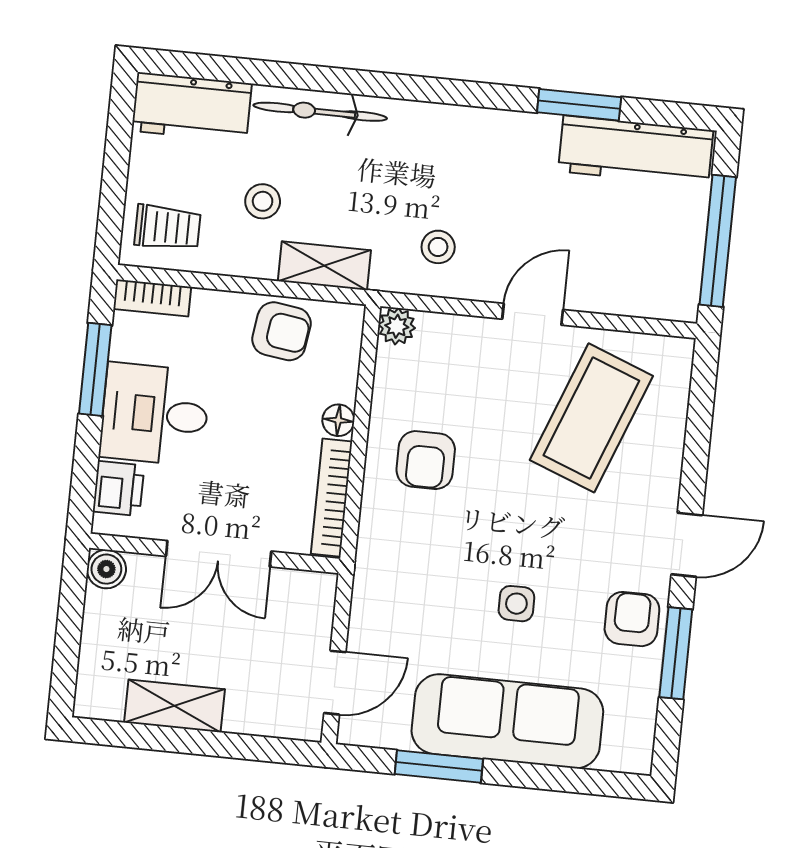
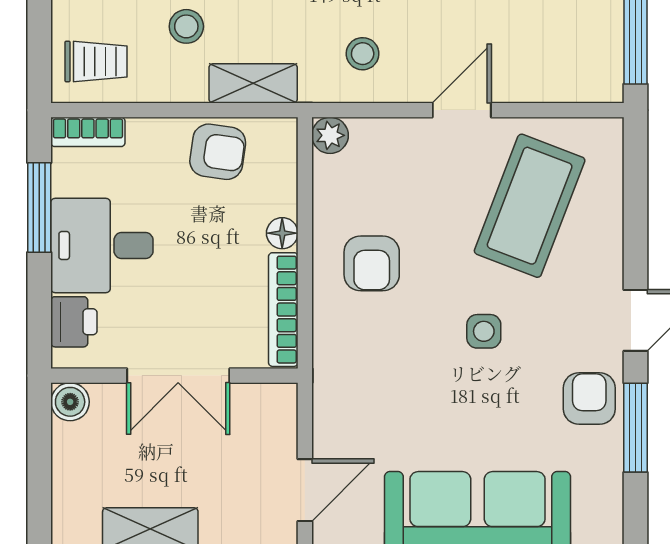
side table: (516, 604) -> (484, 331), moved

